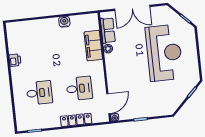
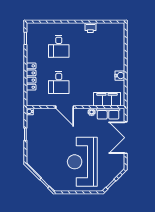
filing cabinet: (93, 46) -> (107, 99), moved
reception desk: (164, 53) -> (82, 162), turned 90
door: (108, 104) -> (65, 107), moved

